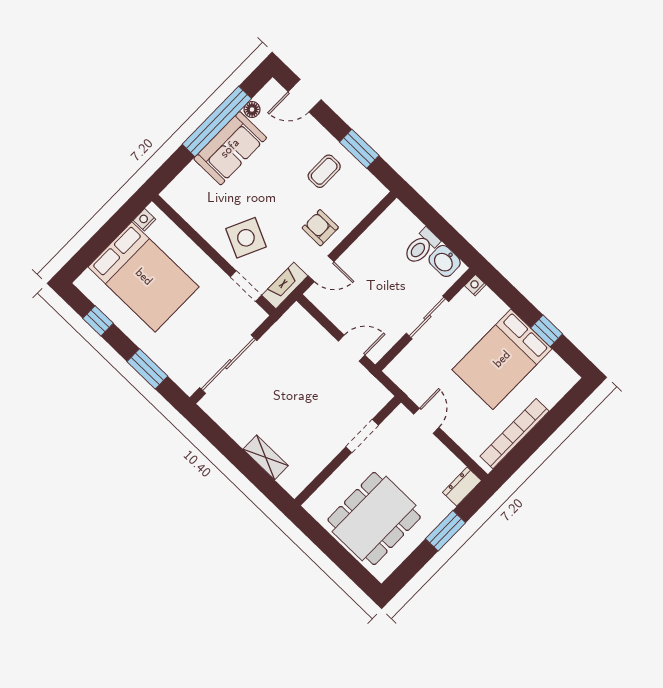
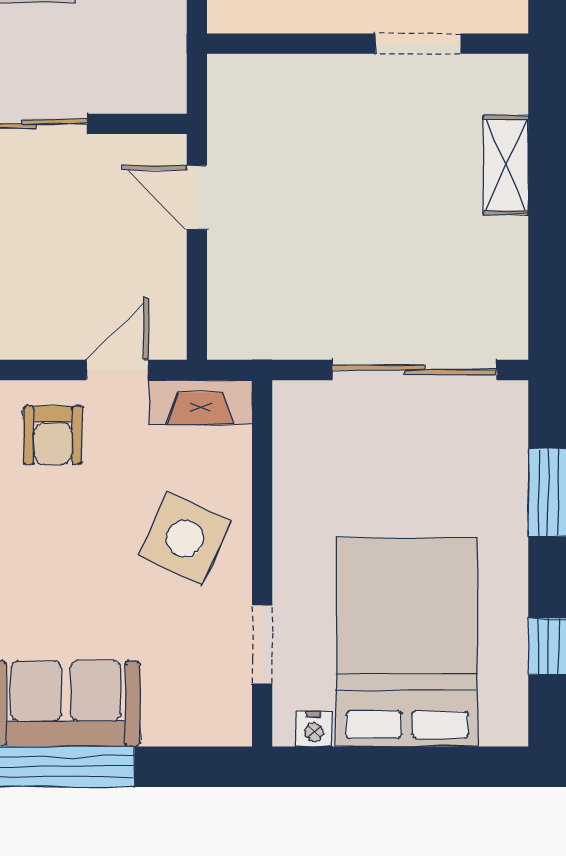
door: (321, 269) -> (117, 370), hinge flipped
doorway: (246, 286) -> (262, 644), moved
doorway: (362, 436) -> (418, 44), moved

